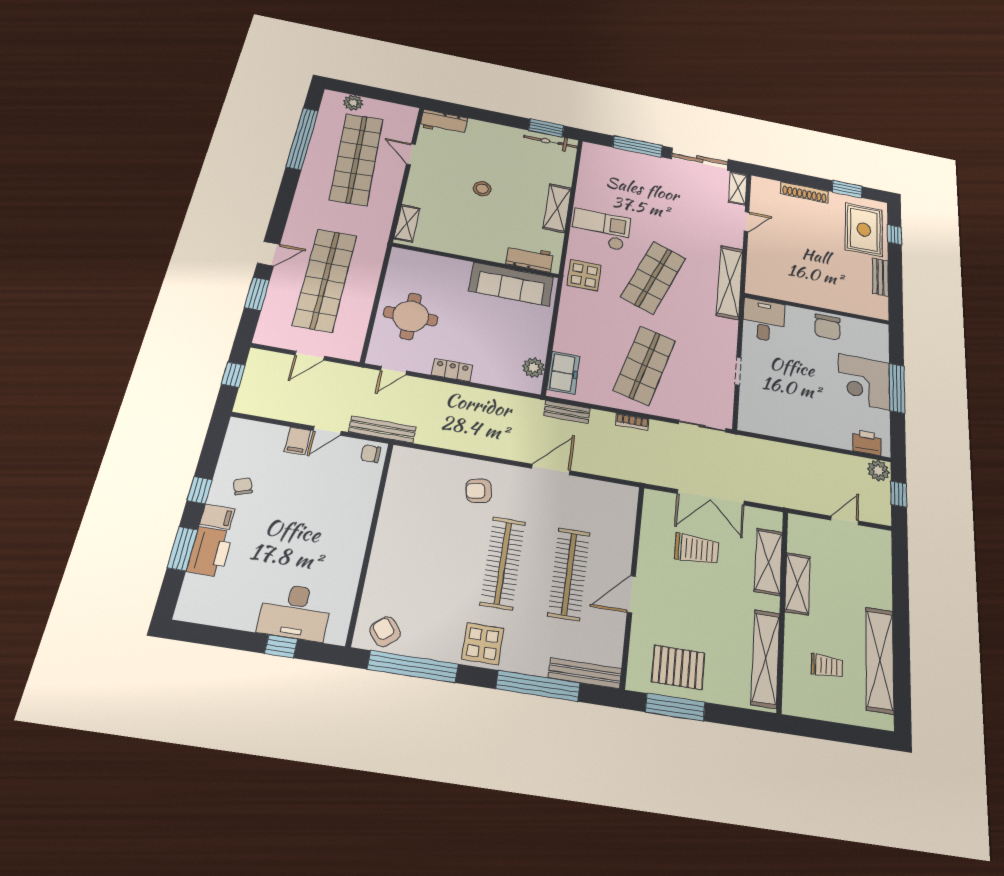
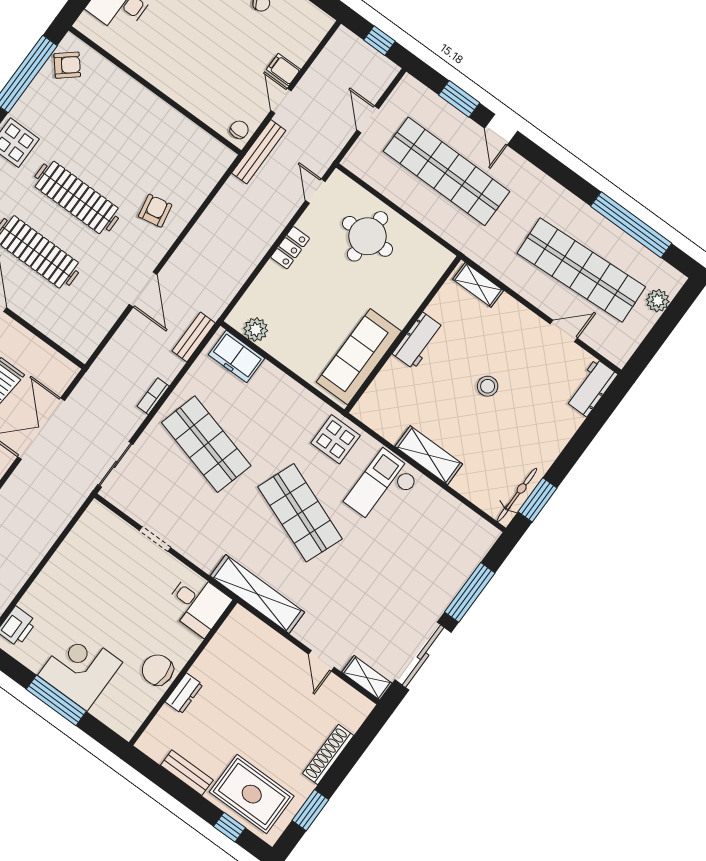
checkout: (601, 230) -> (382, 488), turned 180
workbench: (530, 258) -> (418, 341), moved
dresser: (830, 302) -> (184, 693), added

